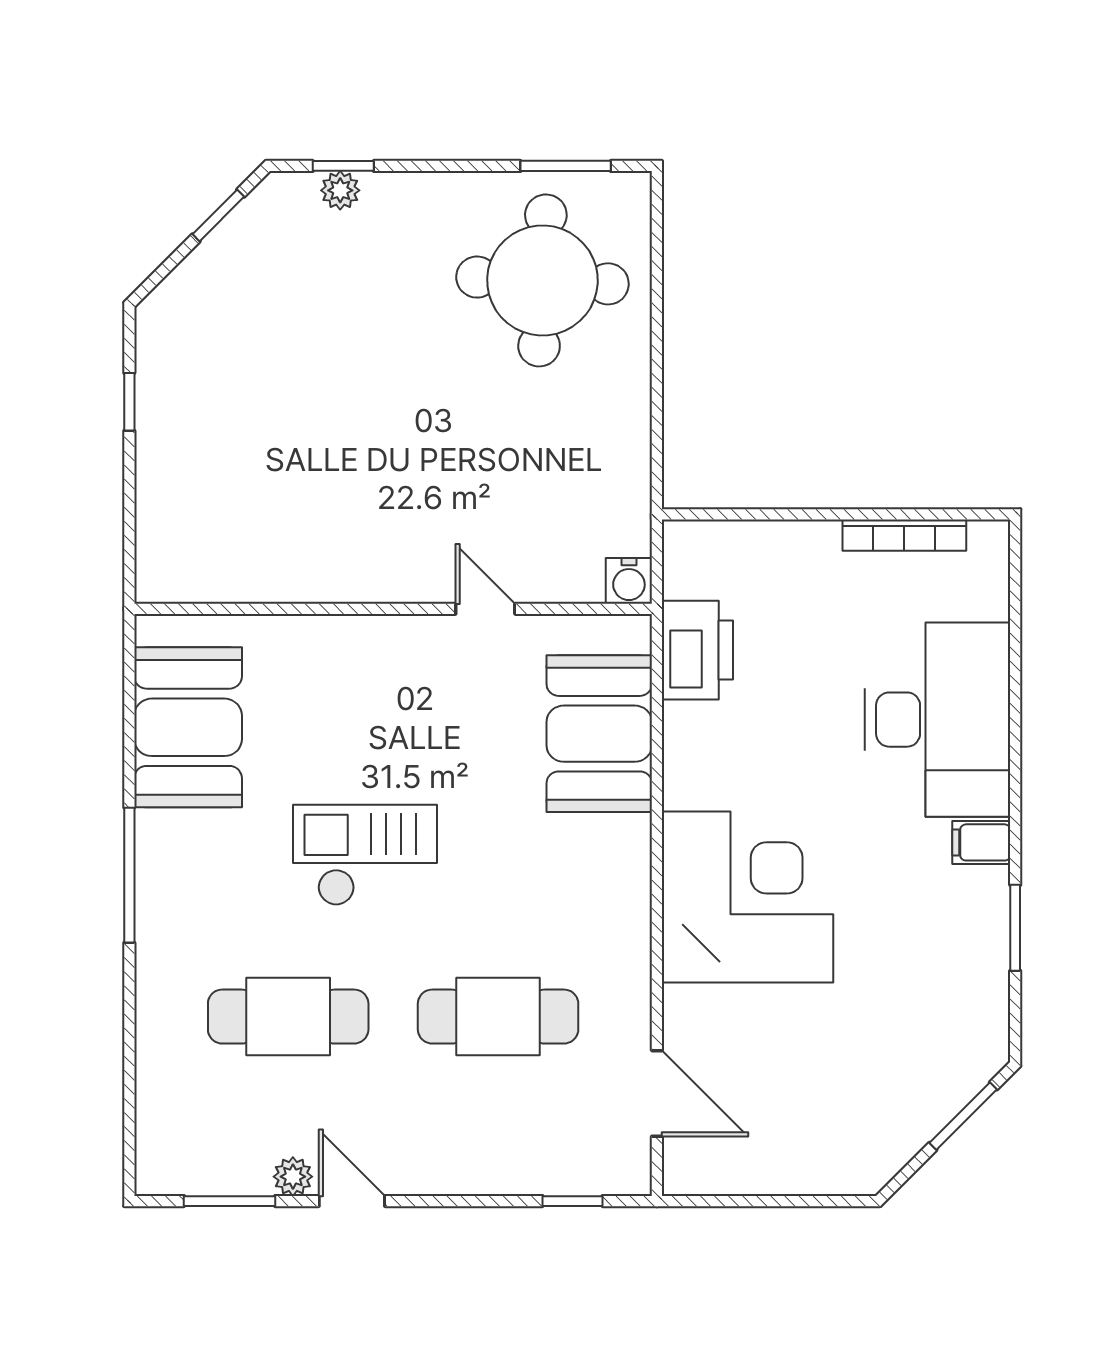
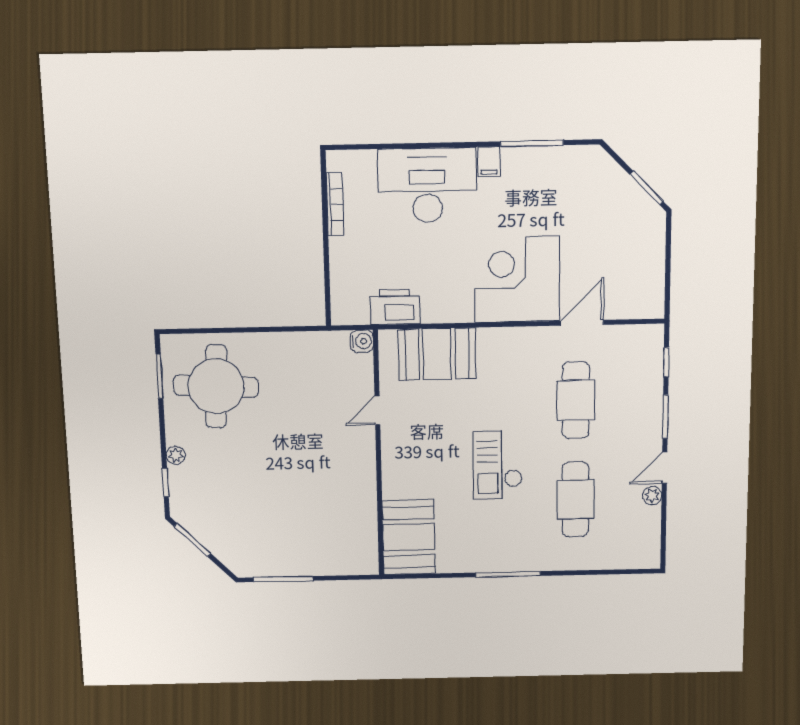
plant: (340, 190) -> (176, 455), moved
window: (218, 215) -> (192, 540), width x1.50
window: (129, 402) -> (283, 579), width x2.17
booth: (188, 727) -> (409, 537), moved, turned 90
window: (1015, 928) -> (532, 143), width x1.44
door: (657, 1093) -> (582, 323), moved
window: (963, 1116) -> (647, 188), moved
window: (229, 1201) -> (665, 417), moved

